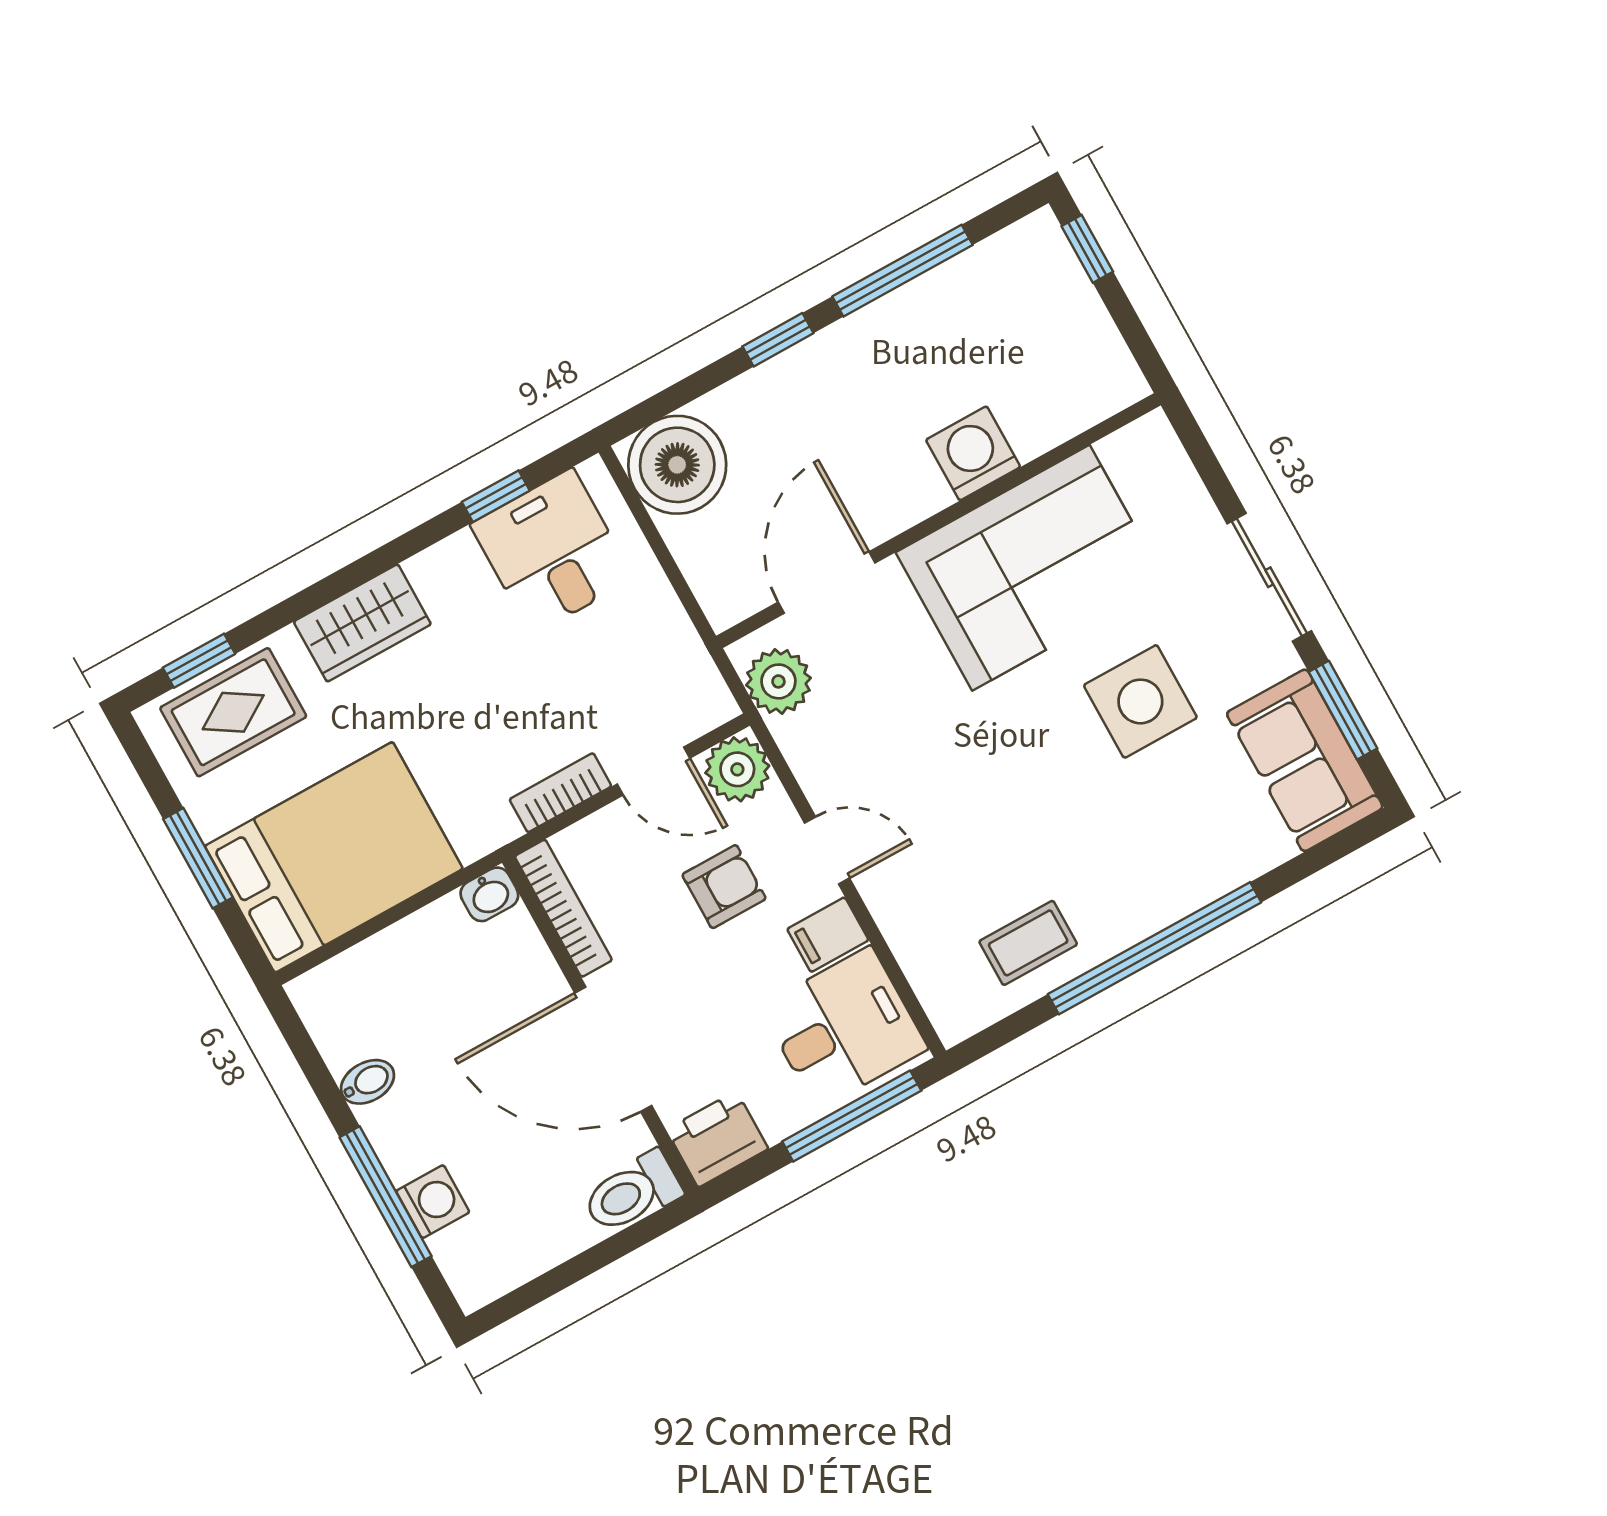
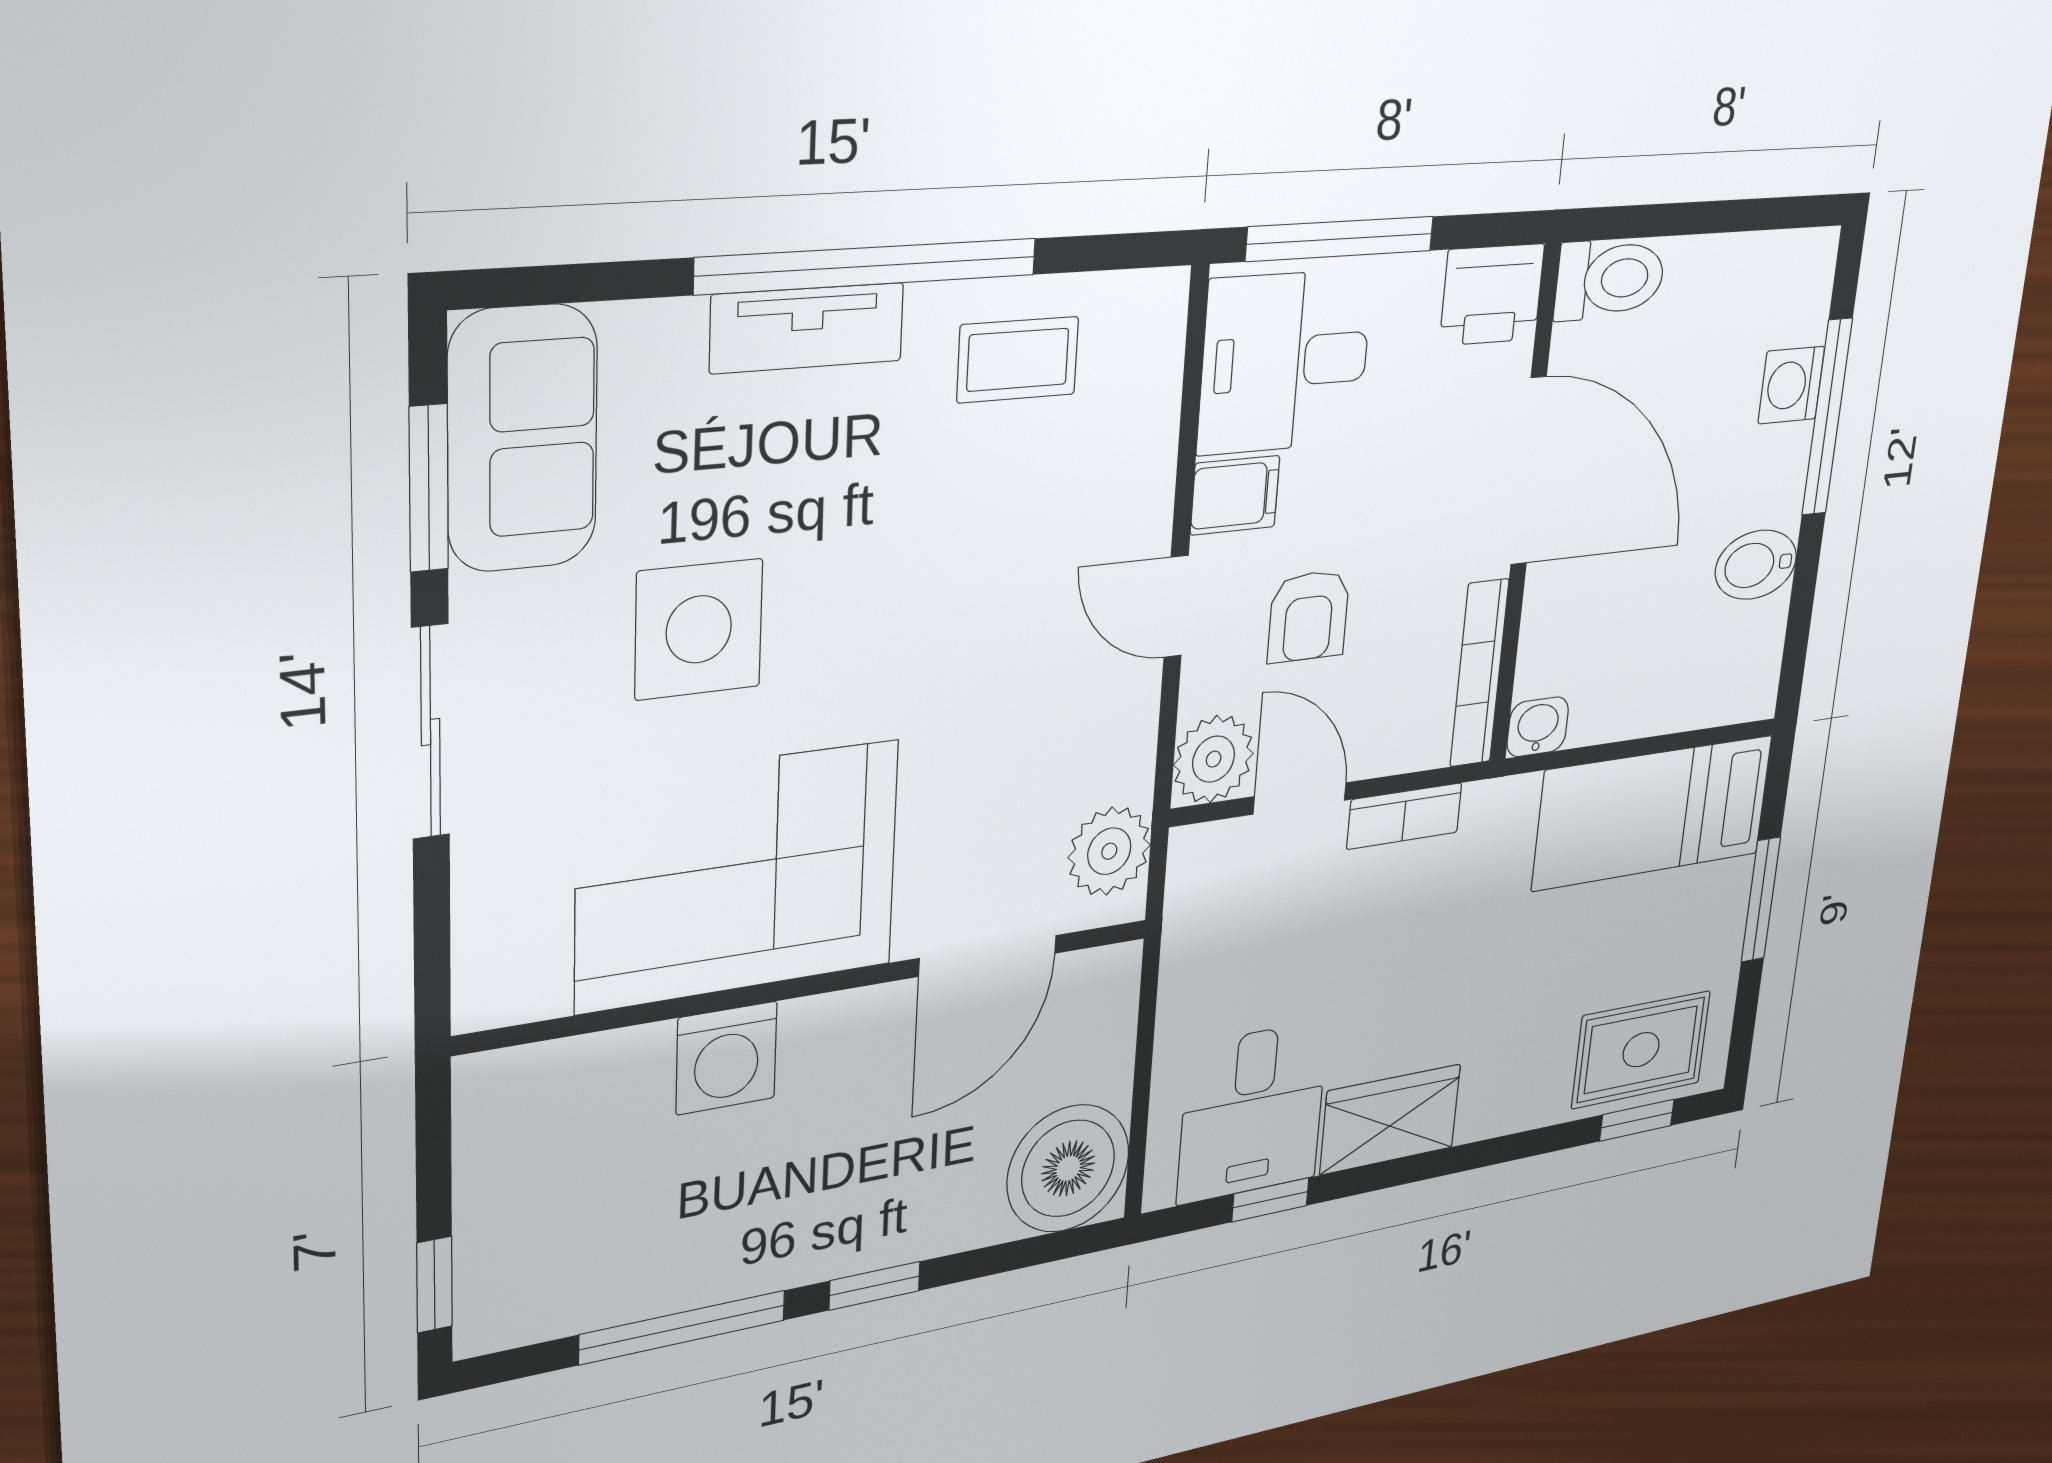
wardrobe: (362, 623) -> (1390, 1119), moved
bed: (334, 857) -> (1653, 813), width x0.67
armchair: (724, 887) -> (1309, 616), turned -90
tv unit: (1172, 897) -> (807, 328), added
bidet: (368, 1082) -> (1756, 565), width x1.38, depth x1.36

